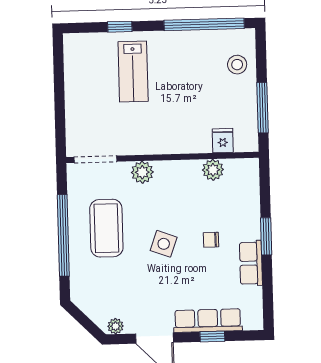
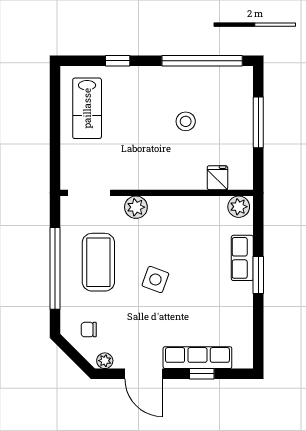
stool: (237, 65) -> (186, 121), moved
lab bench: (133, 71) -> (87, 108), moved
window: (263, 108) -> (258, 122), moved
plant: (213, 170) -> (239, 207), moved
chair: (211, 240) -> (89, 330), moved
row of seats: (251, 263) -> (242, 258), moved

